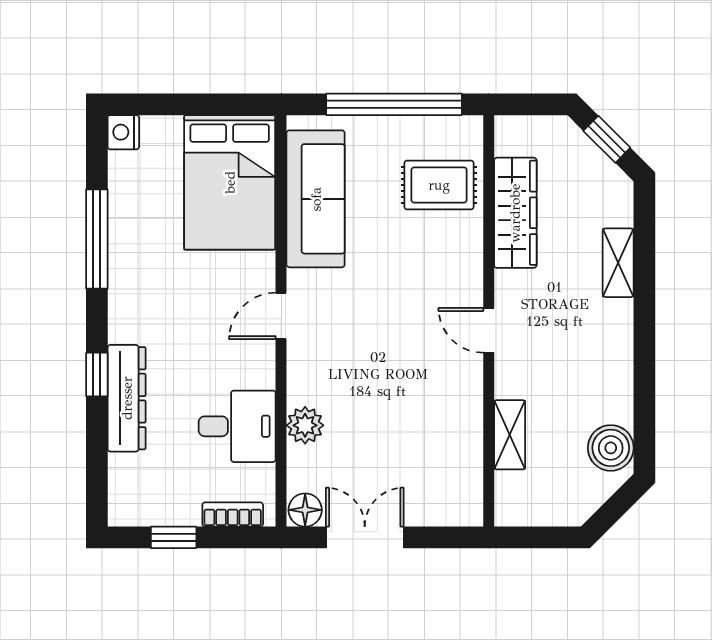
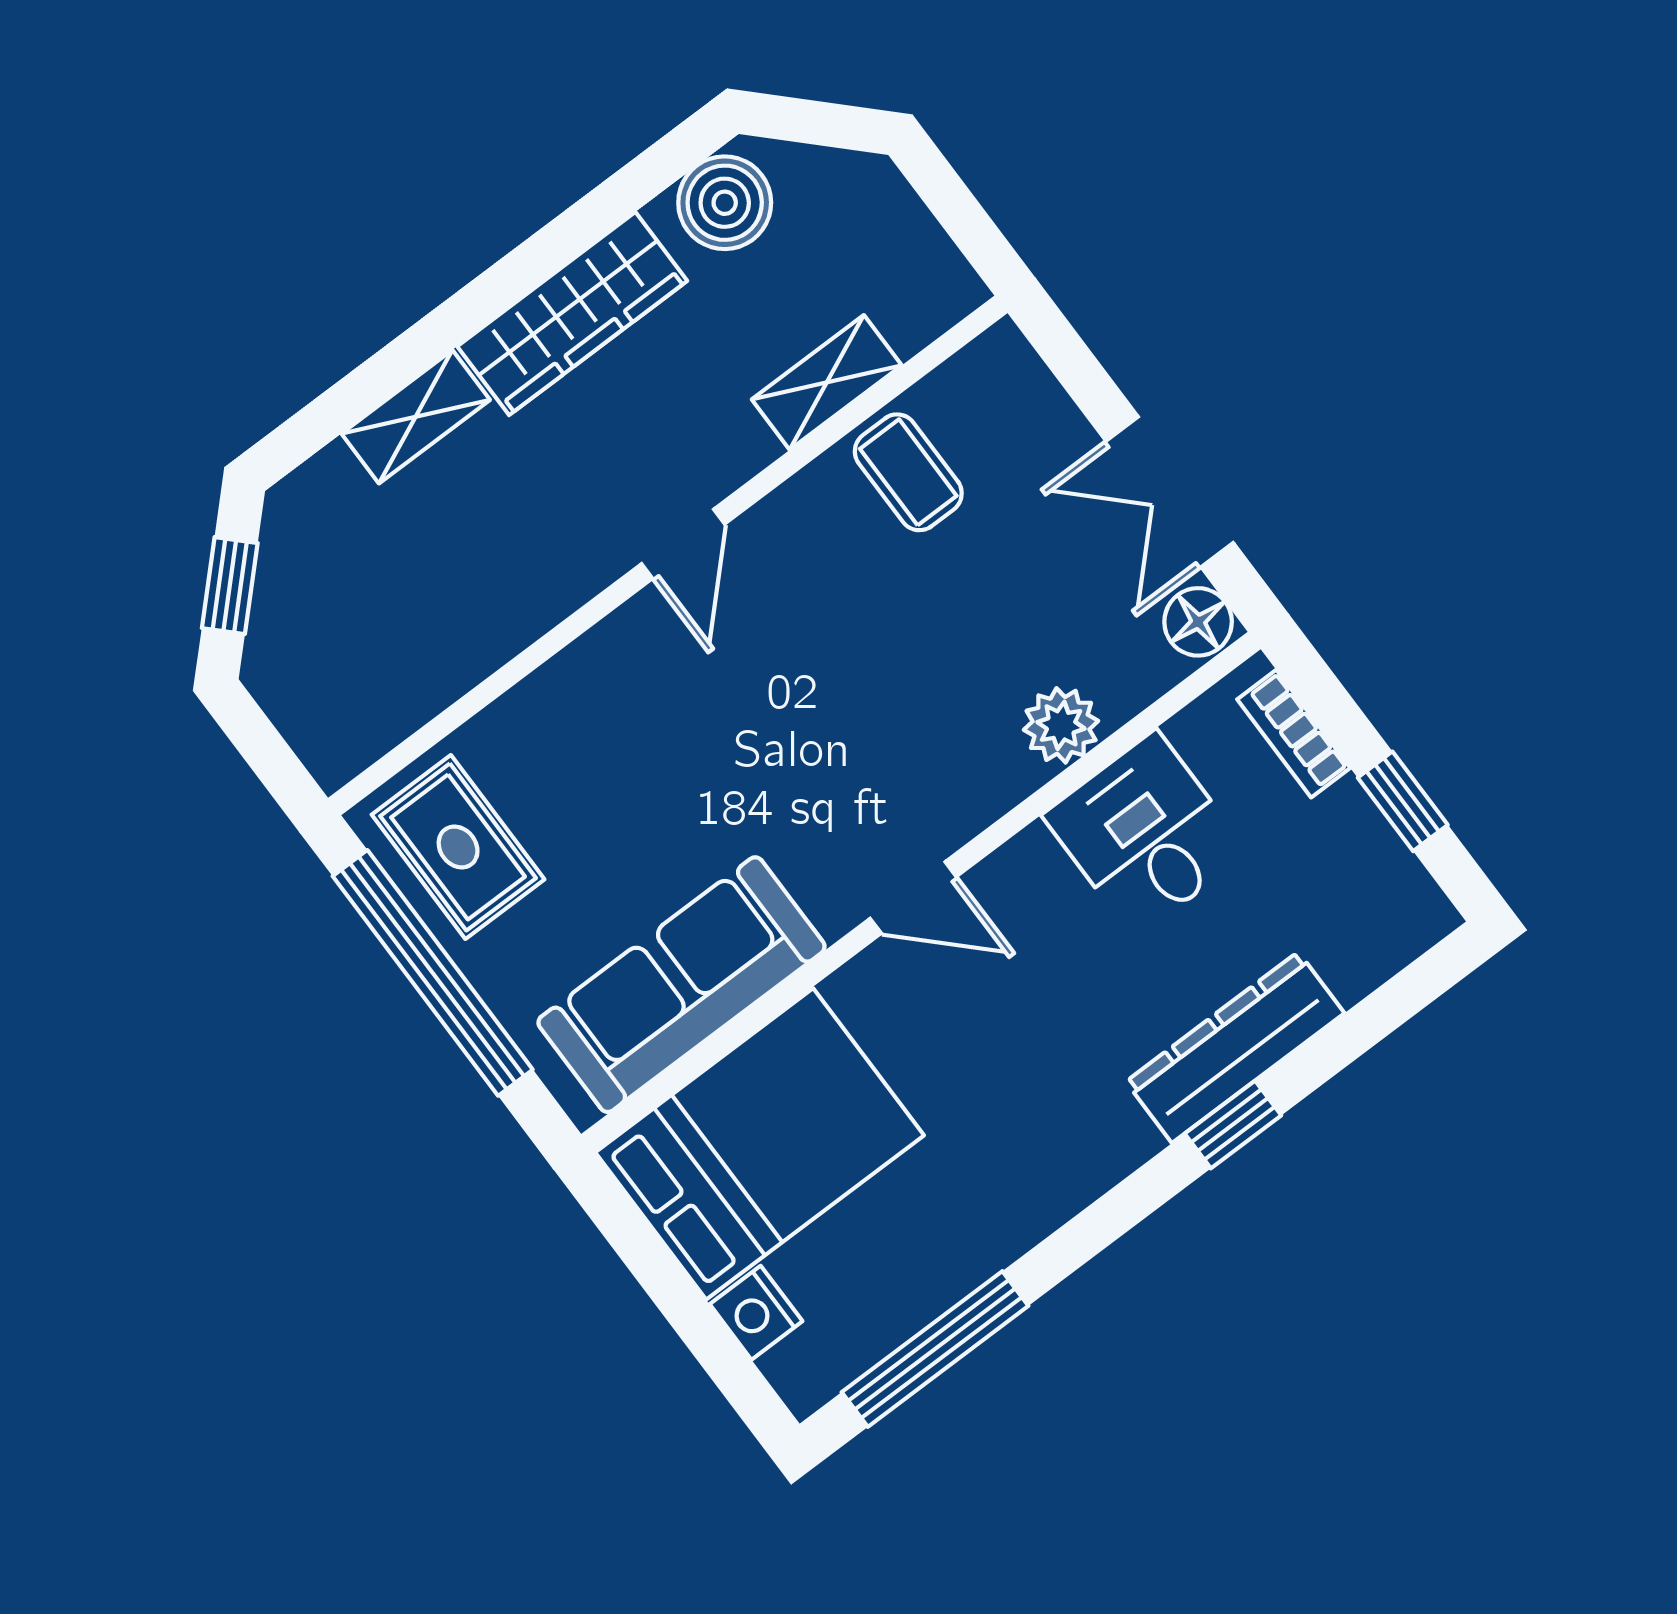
nightstand: (123, 132) -> (756, 1313), moved, turned 90
rug: (439, 185) -> (458, 847), moved
wardrobe: (515, 213) -> (572, 314), moved, turned 180
window: (97, 239) -> (935, 1349), moved
coffee table: (450, 440) -> (908, 472), added

